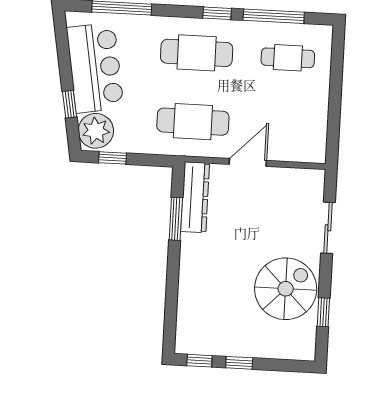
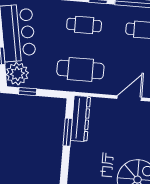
cafe table: (197, 53) -> (84, 25), width x0.73, depth x0.74
door: (248, 162) -> (129, 98), moved

